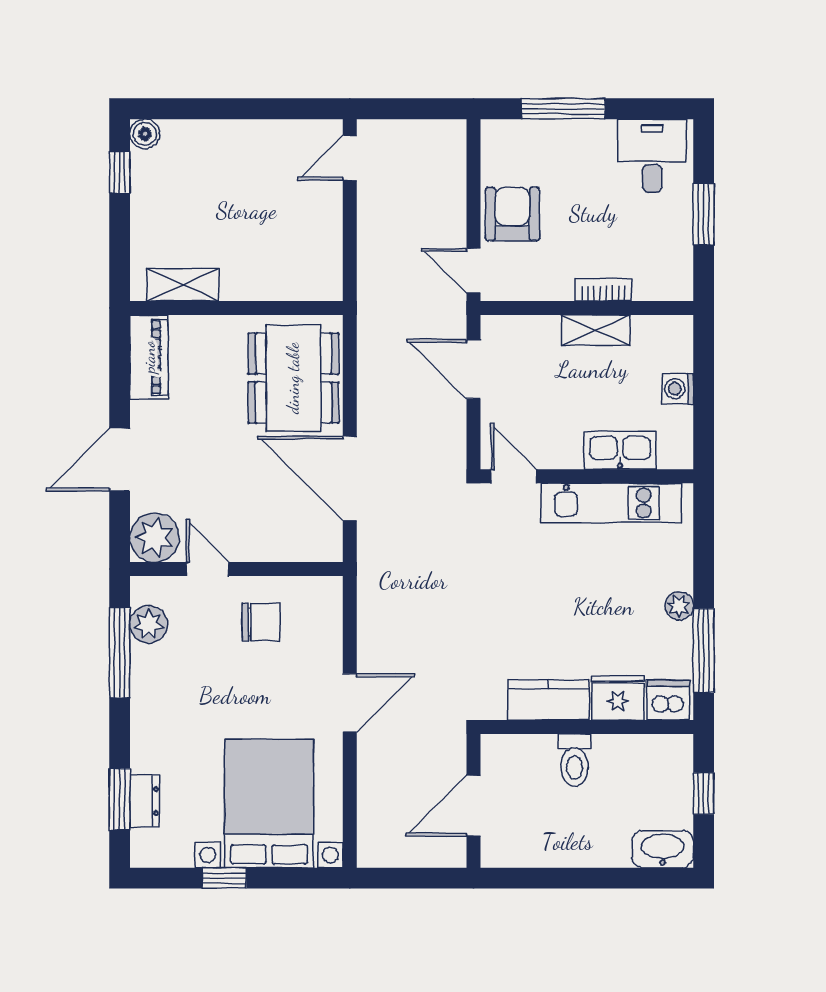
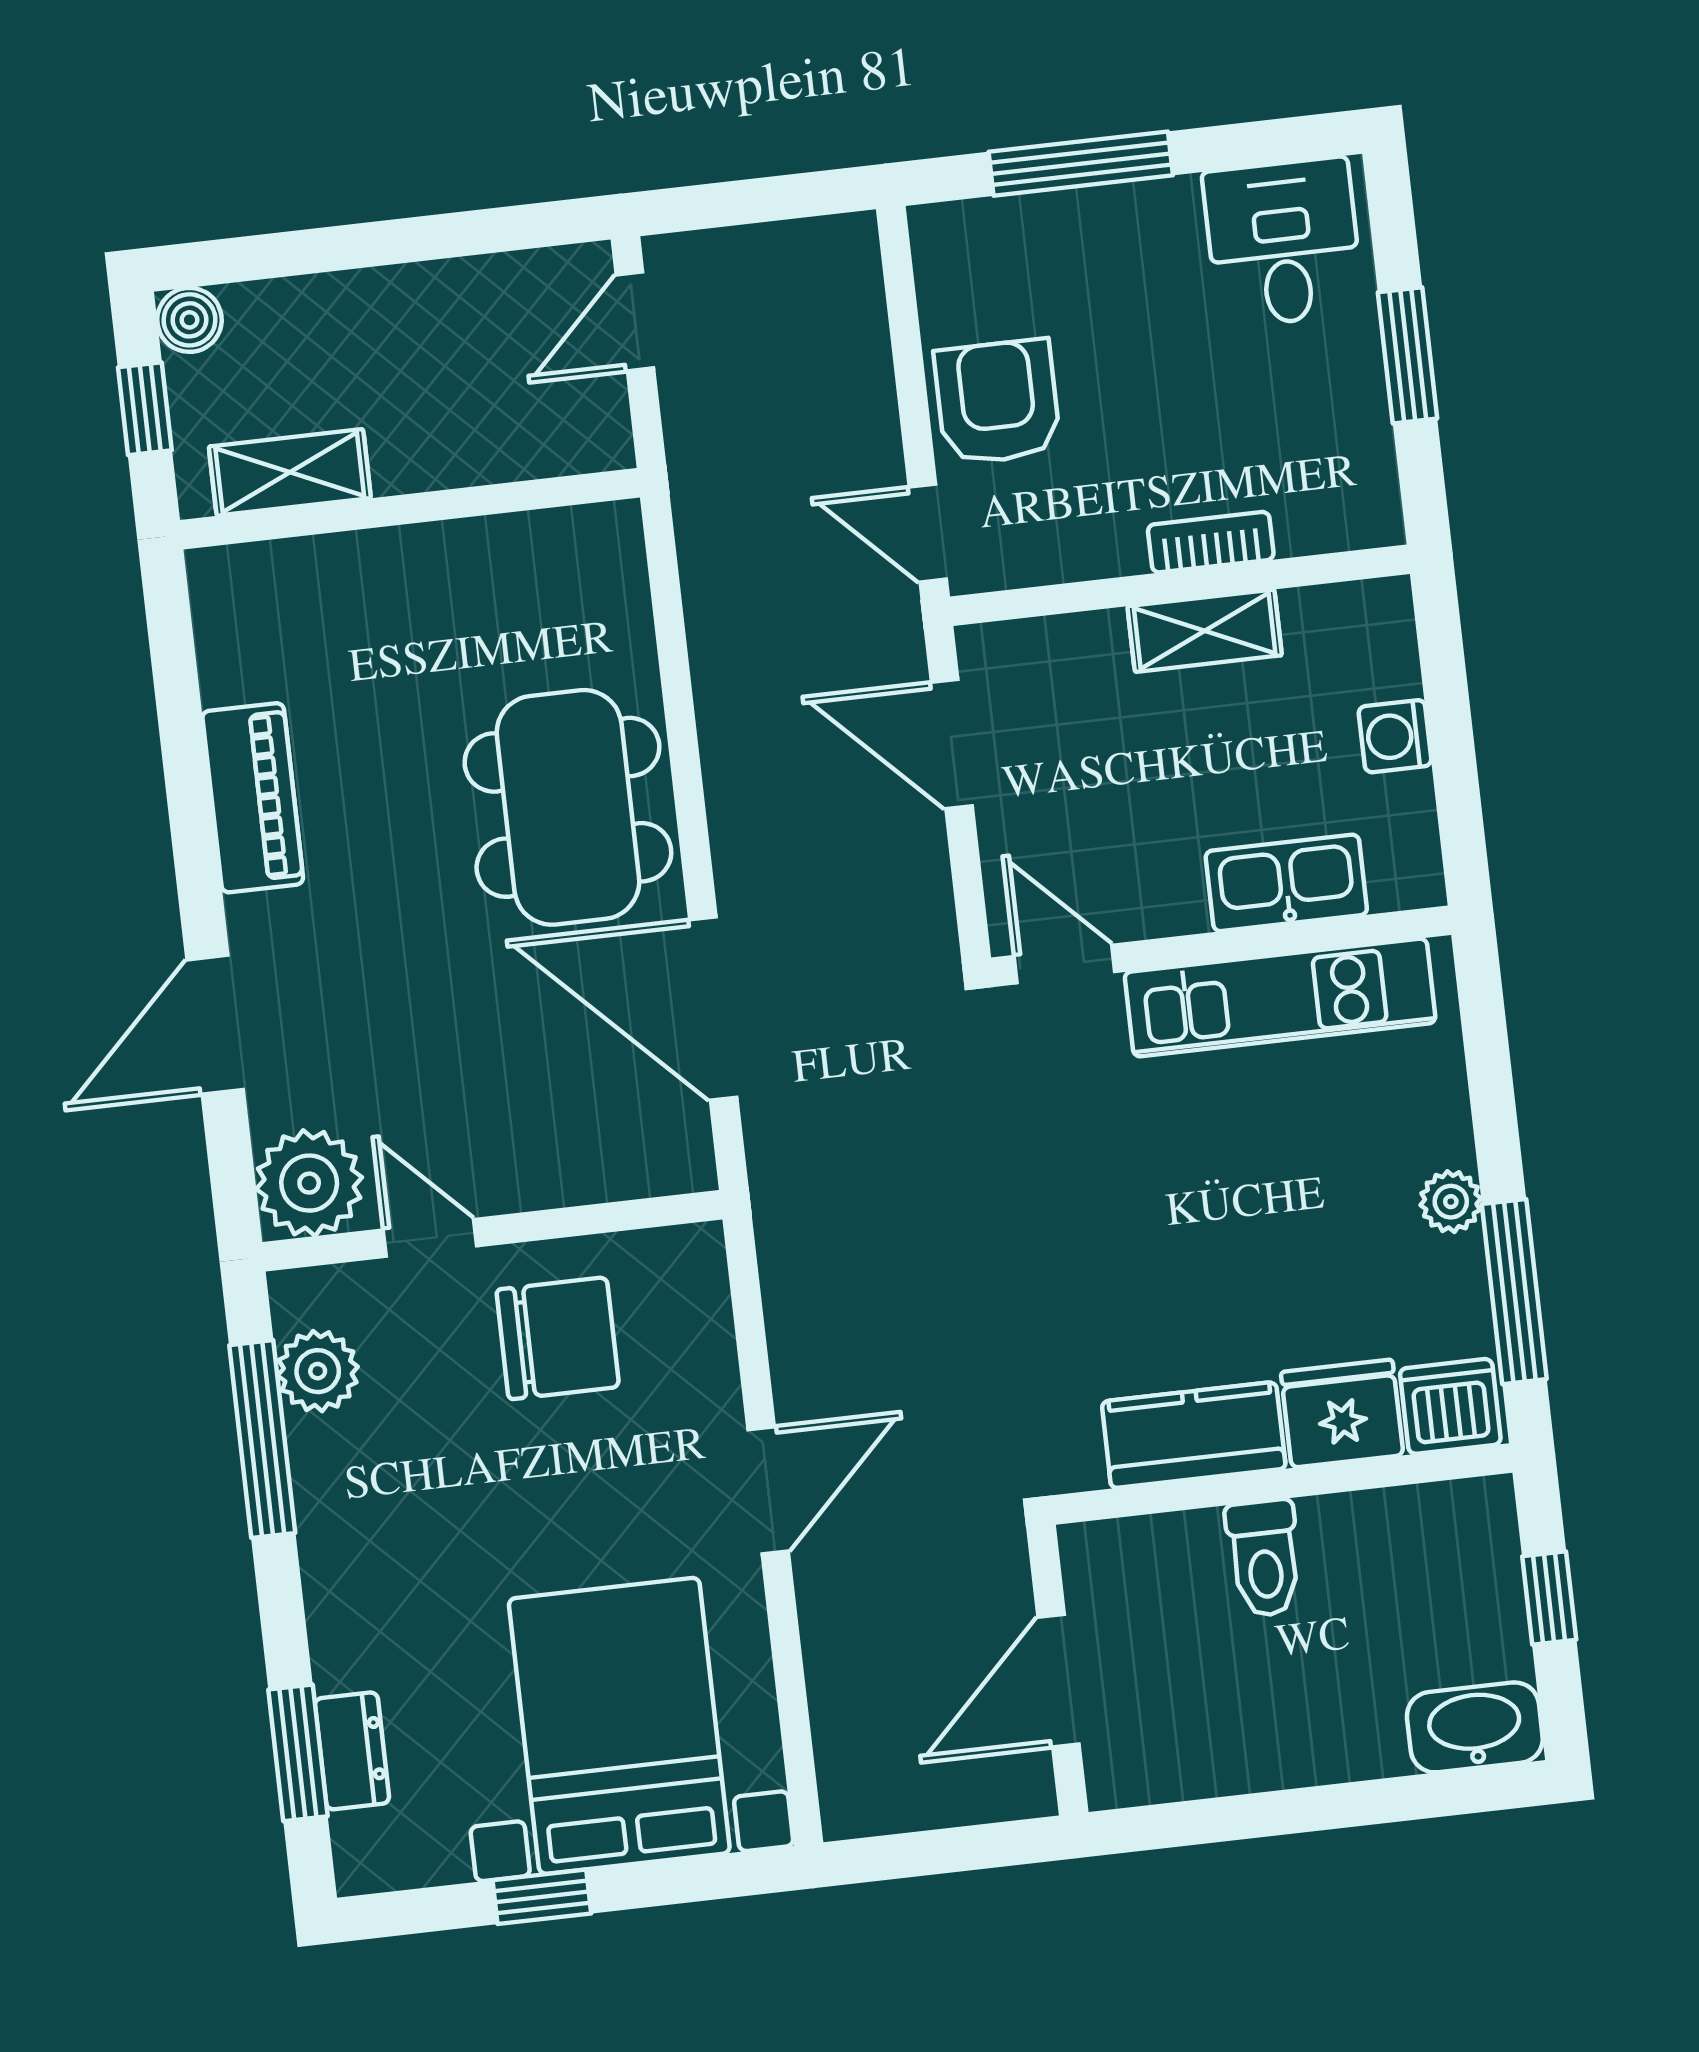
shelving: (183, 285) -> (290, 472), moved
wall: (236, 308) -> (410, 509), moved
chair: (261, 622) -> (558, 1338), width x1.37, depth x1.37

